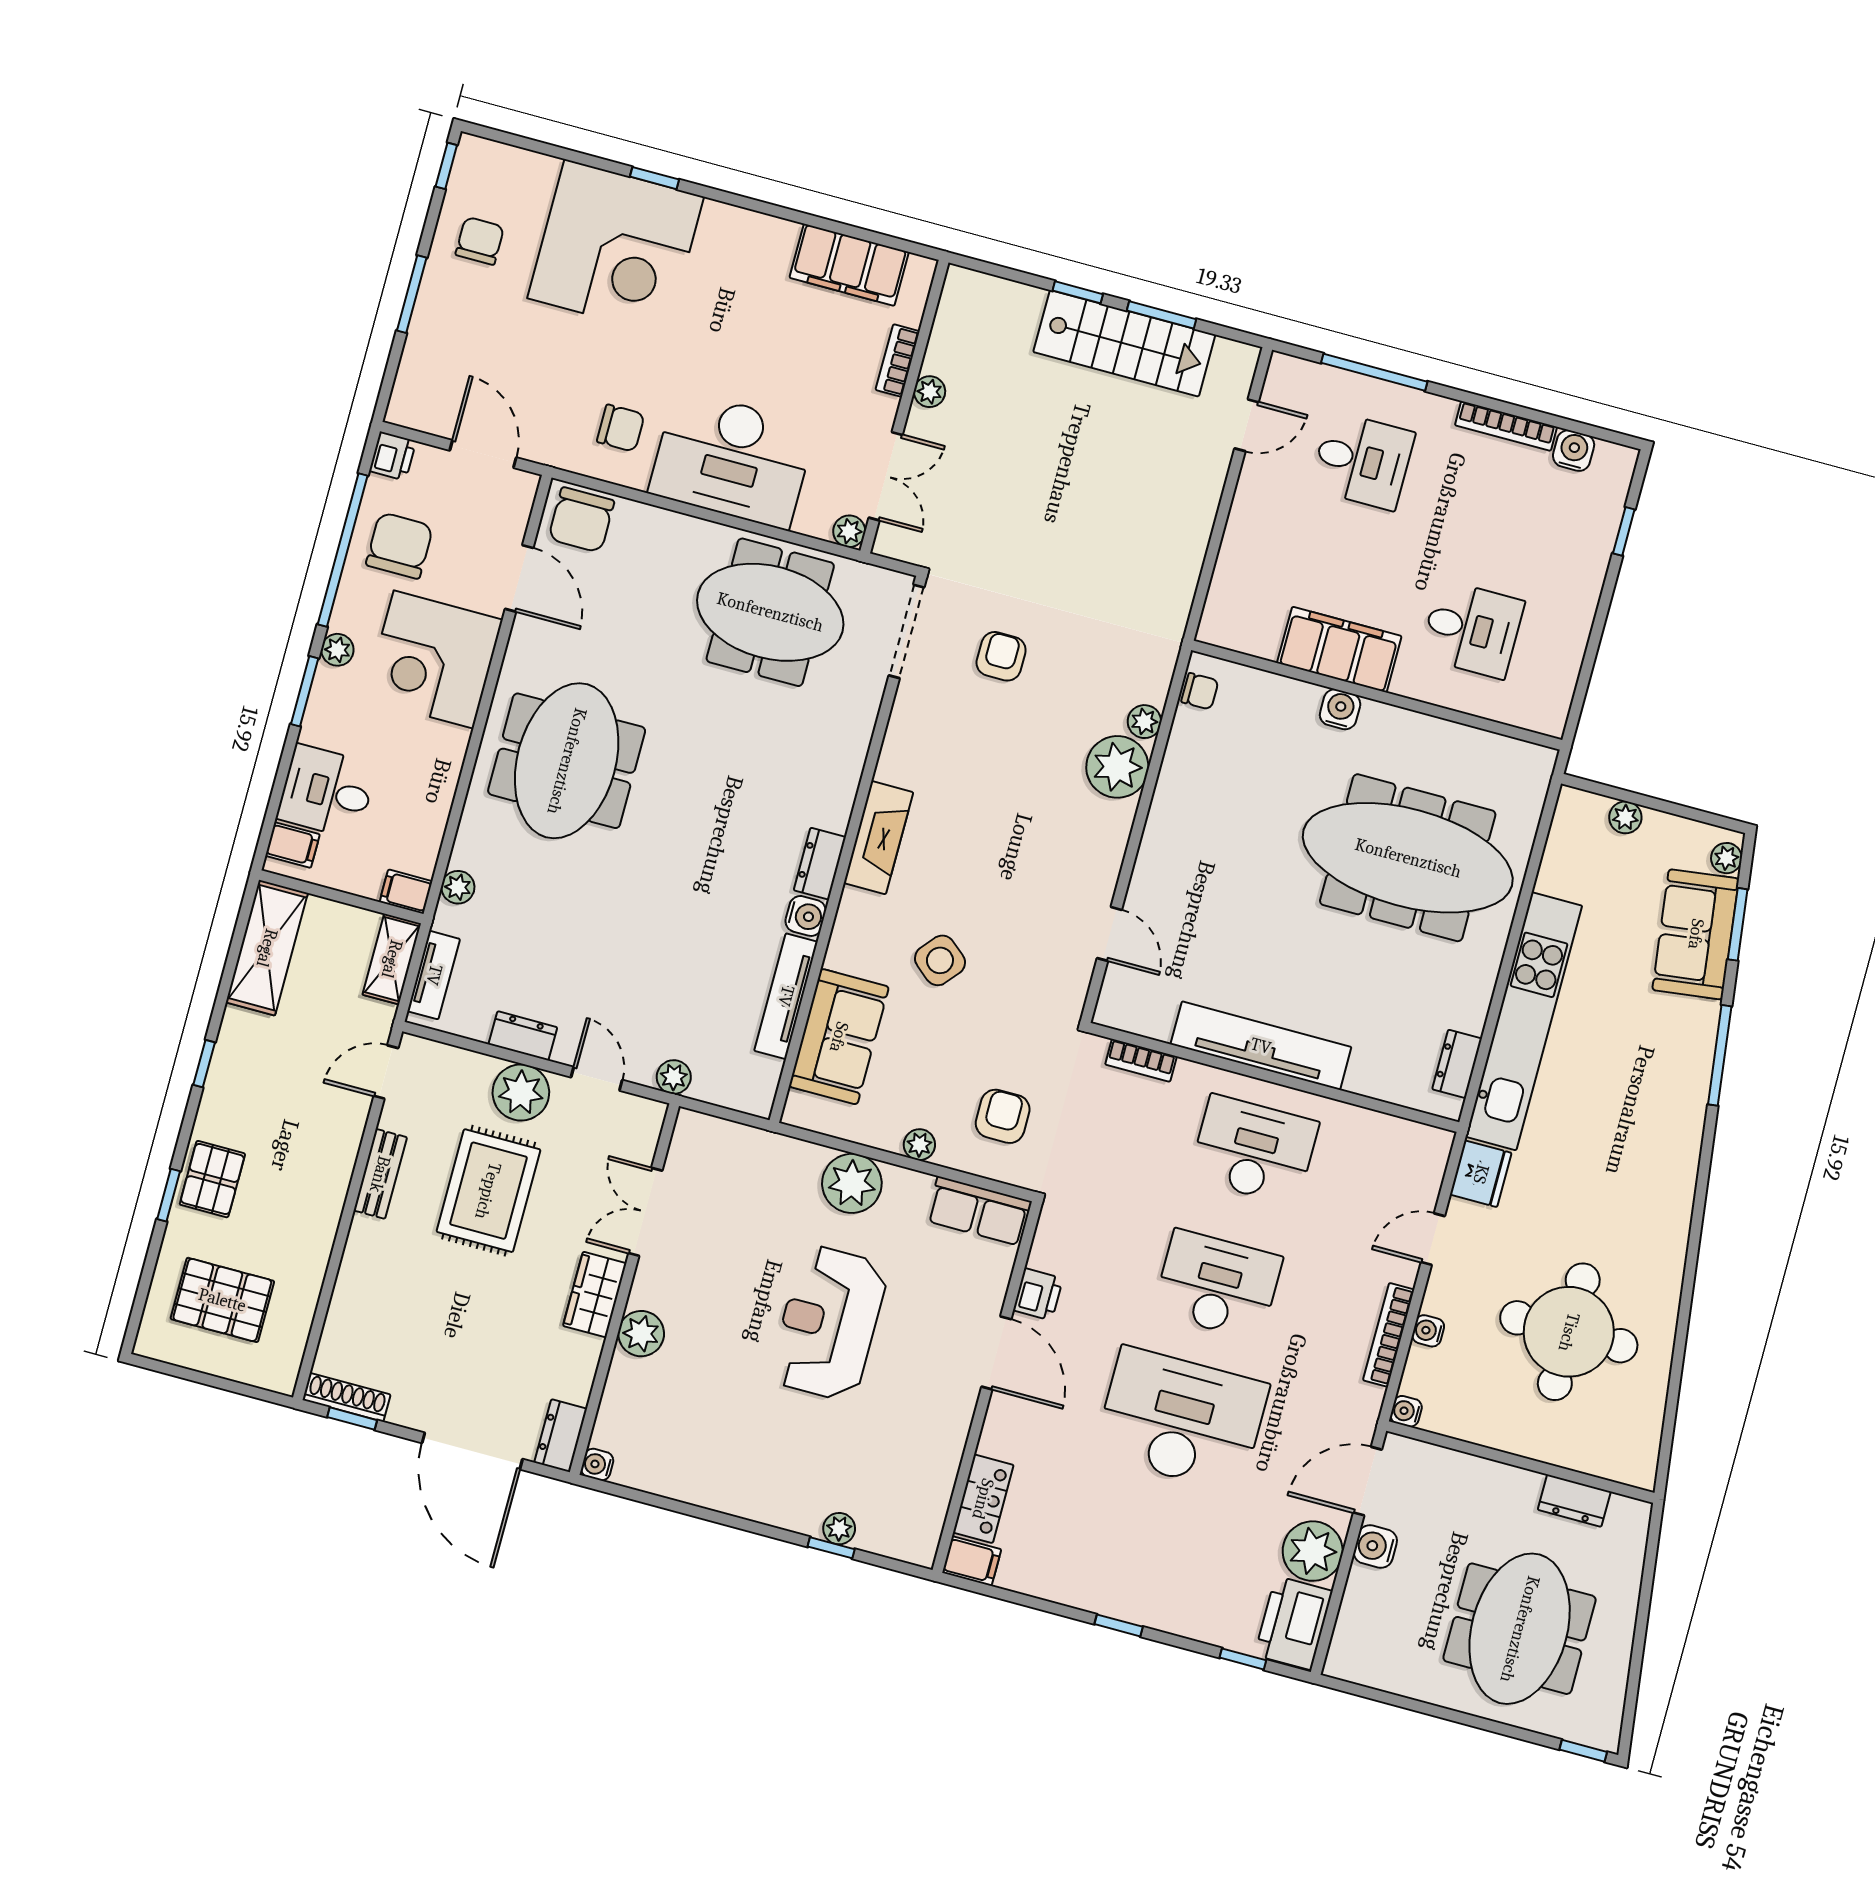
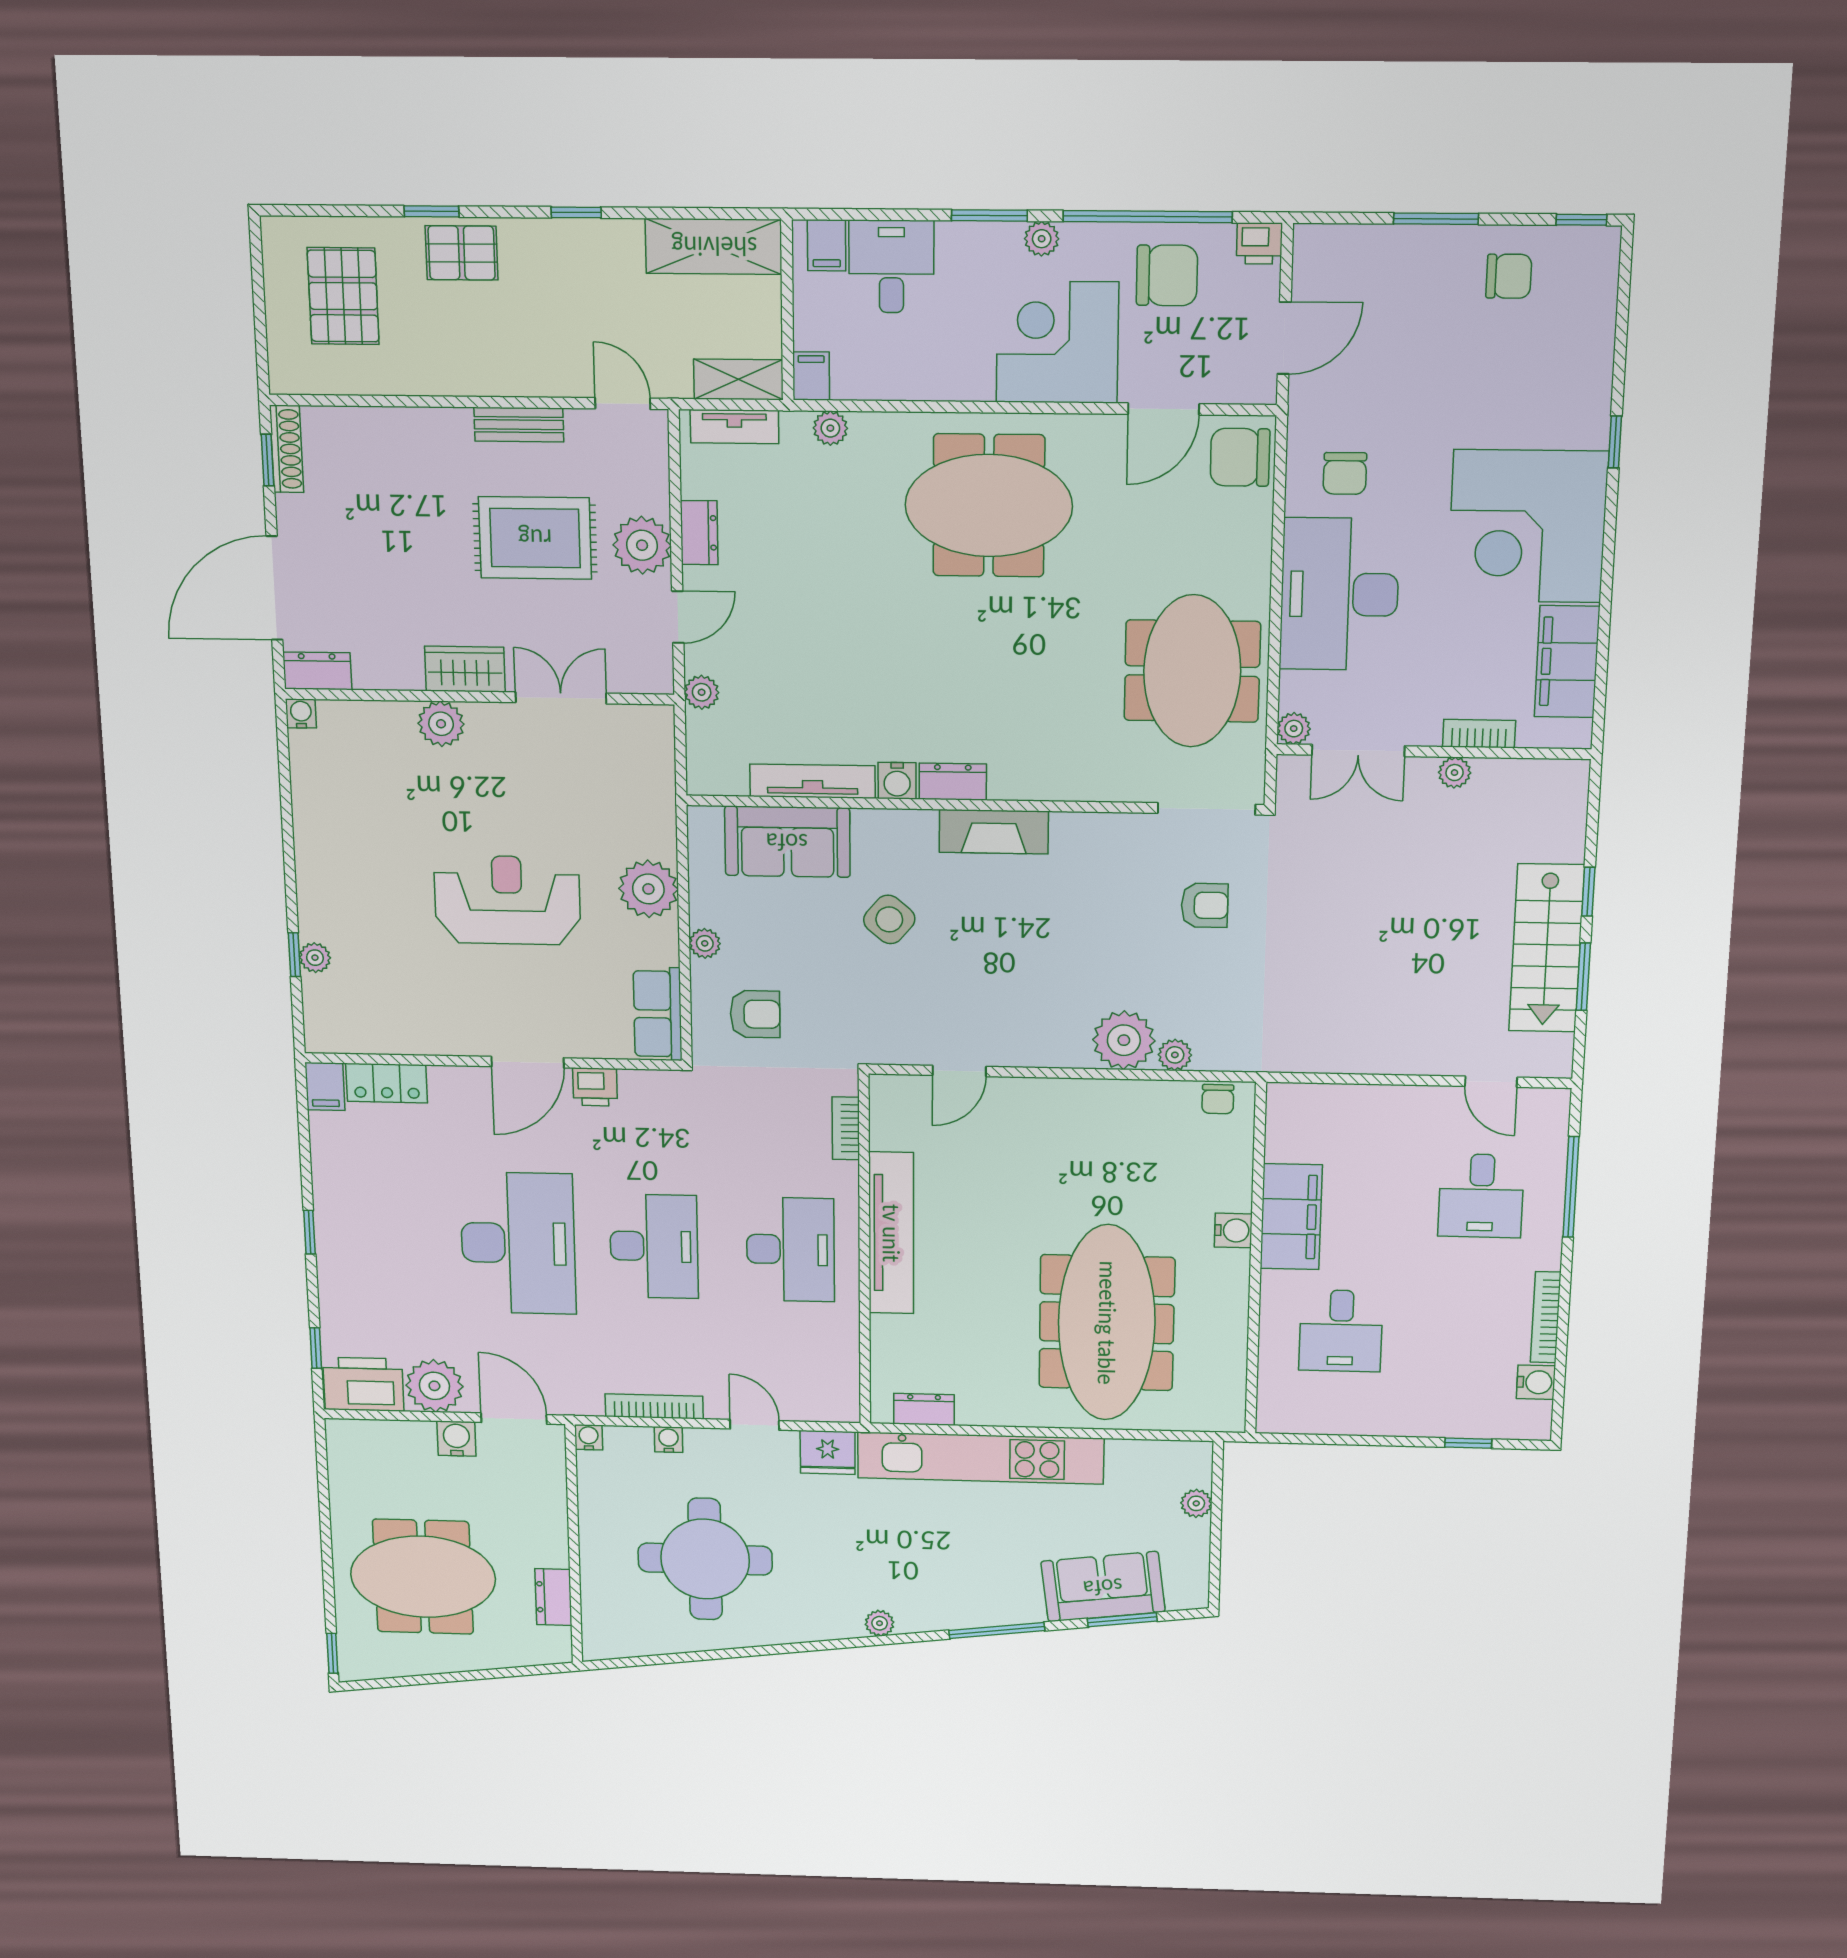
corner desk: (616, 247) -> (1527, 526), moved
plant: (1726, 858) -> (880, 1623), moved

